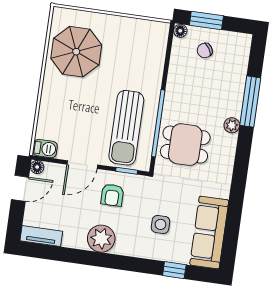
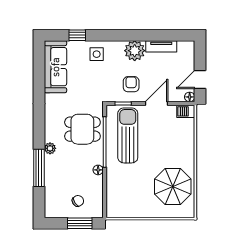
floor lamp: (180, 31) -> (98, 170), moved
side table: (161, 224) -> (97, 54), moved
tv unit: (41, 236) -> (161, 46), moved

